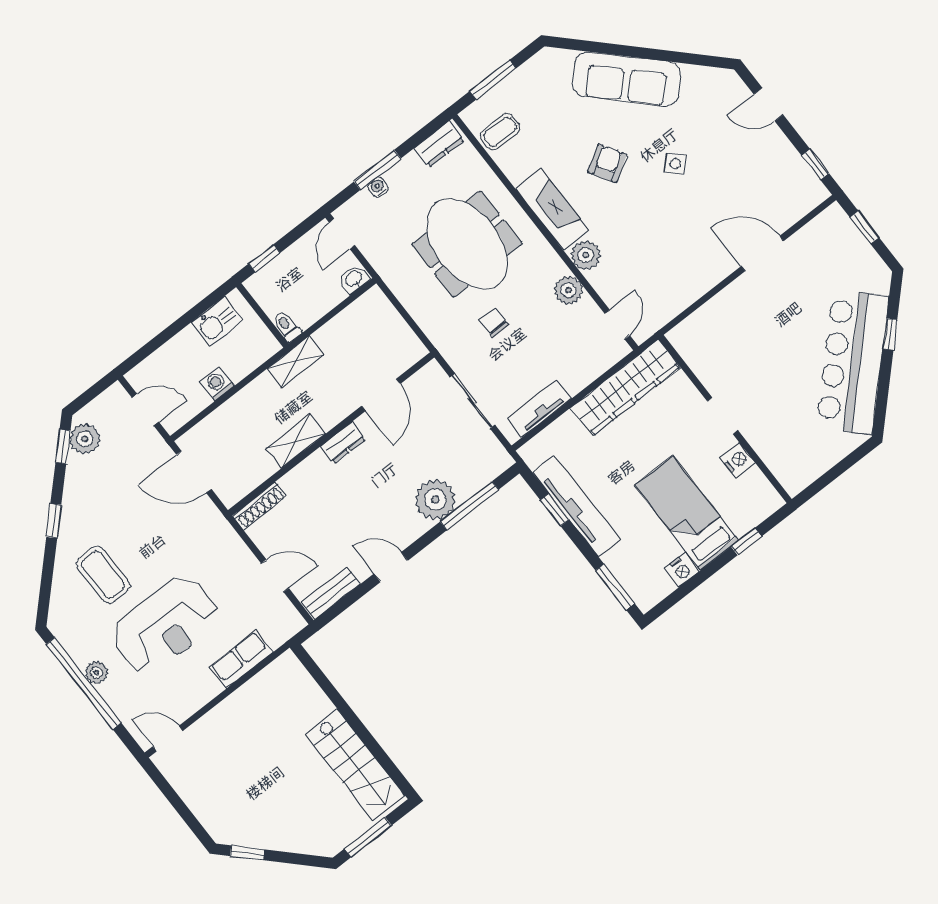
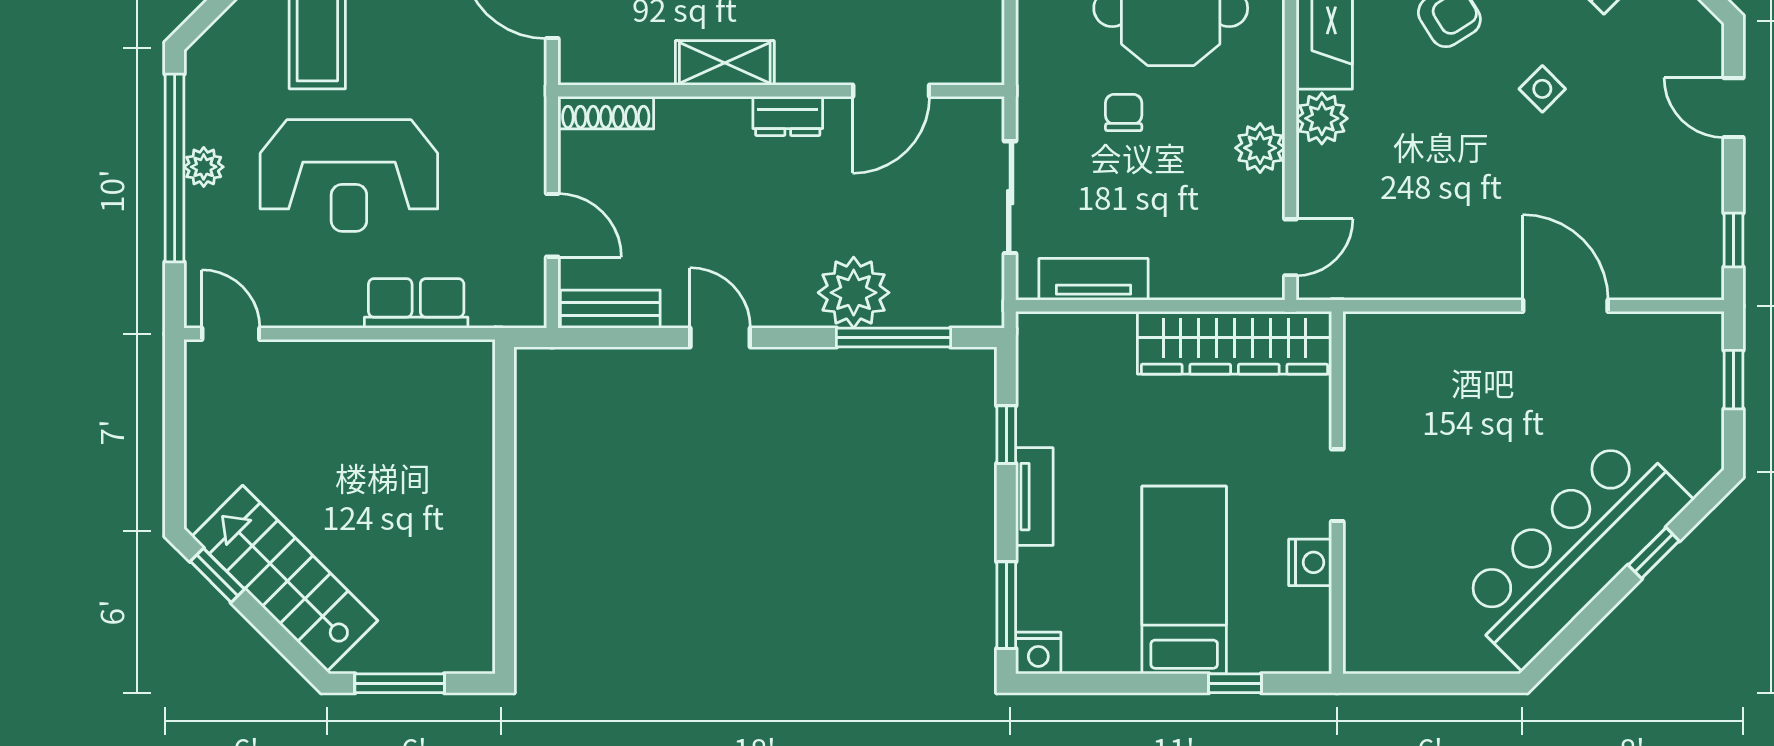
tv unit: (576, 506) -> (1034, 497), width x0.52, depth x0.78
nightstand: (682, 570) -> (1038, 653), moved
stairs: (355, 765) -> (285, 578), moved, turned 135

